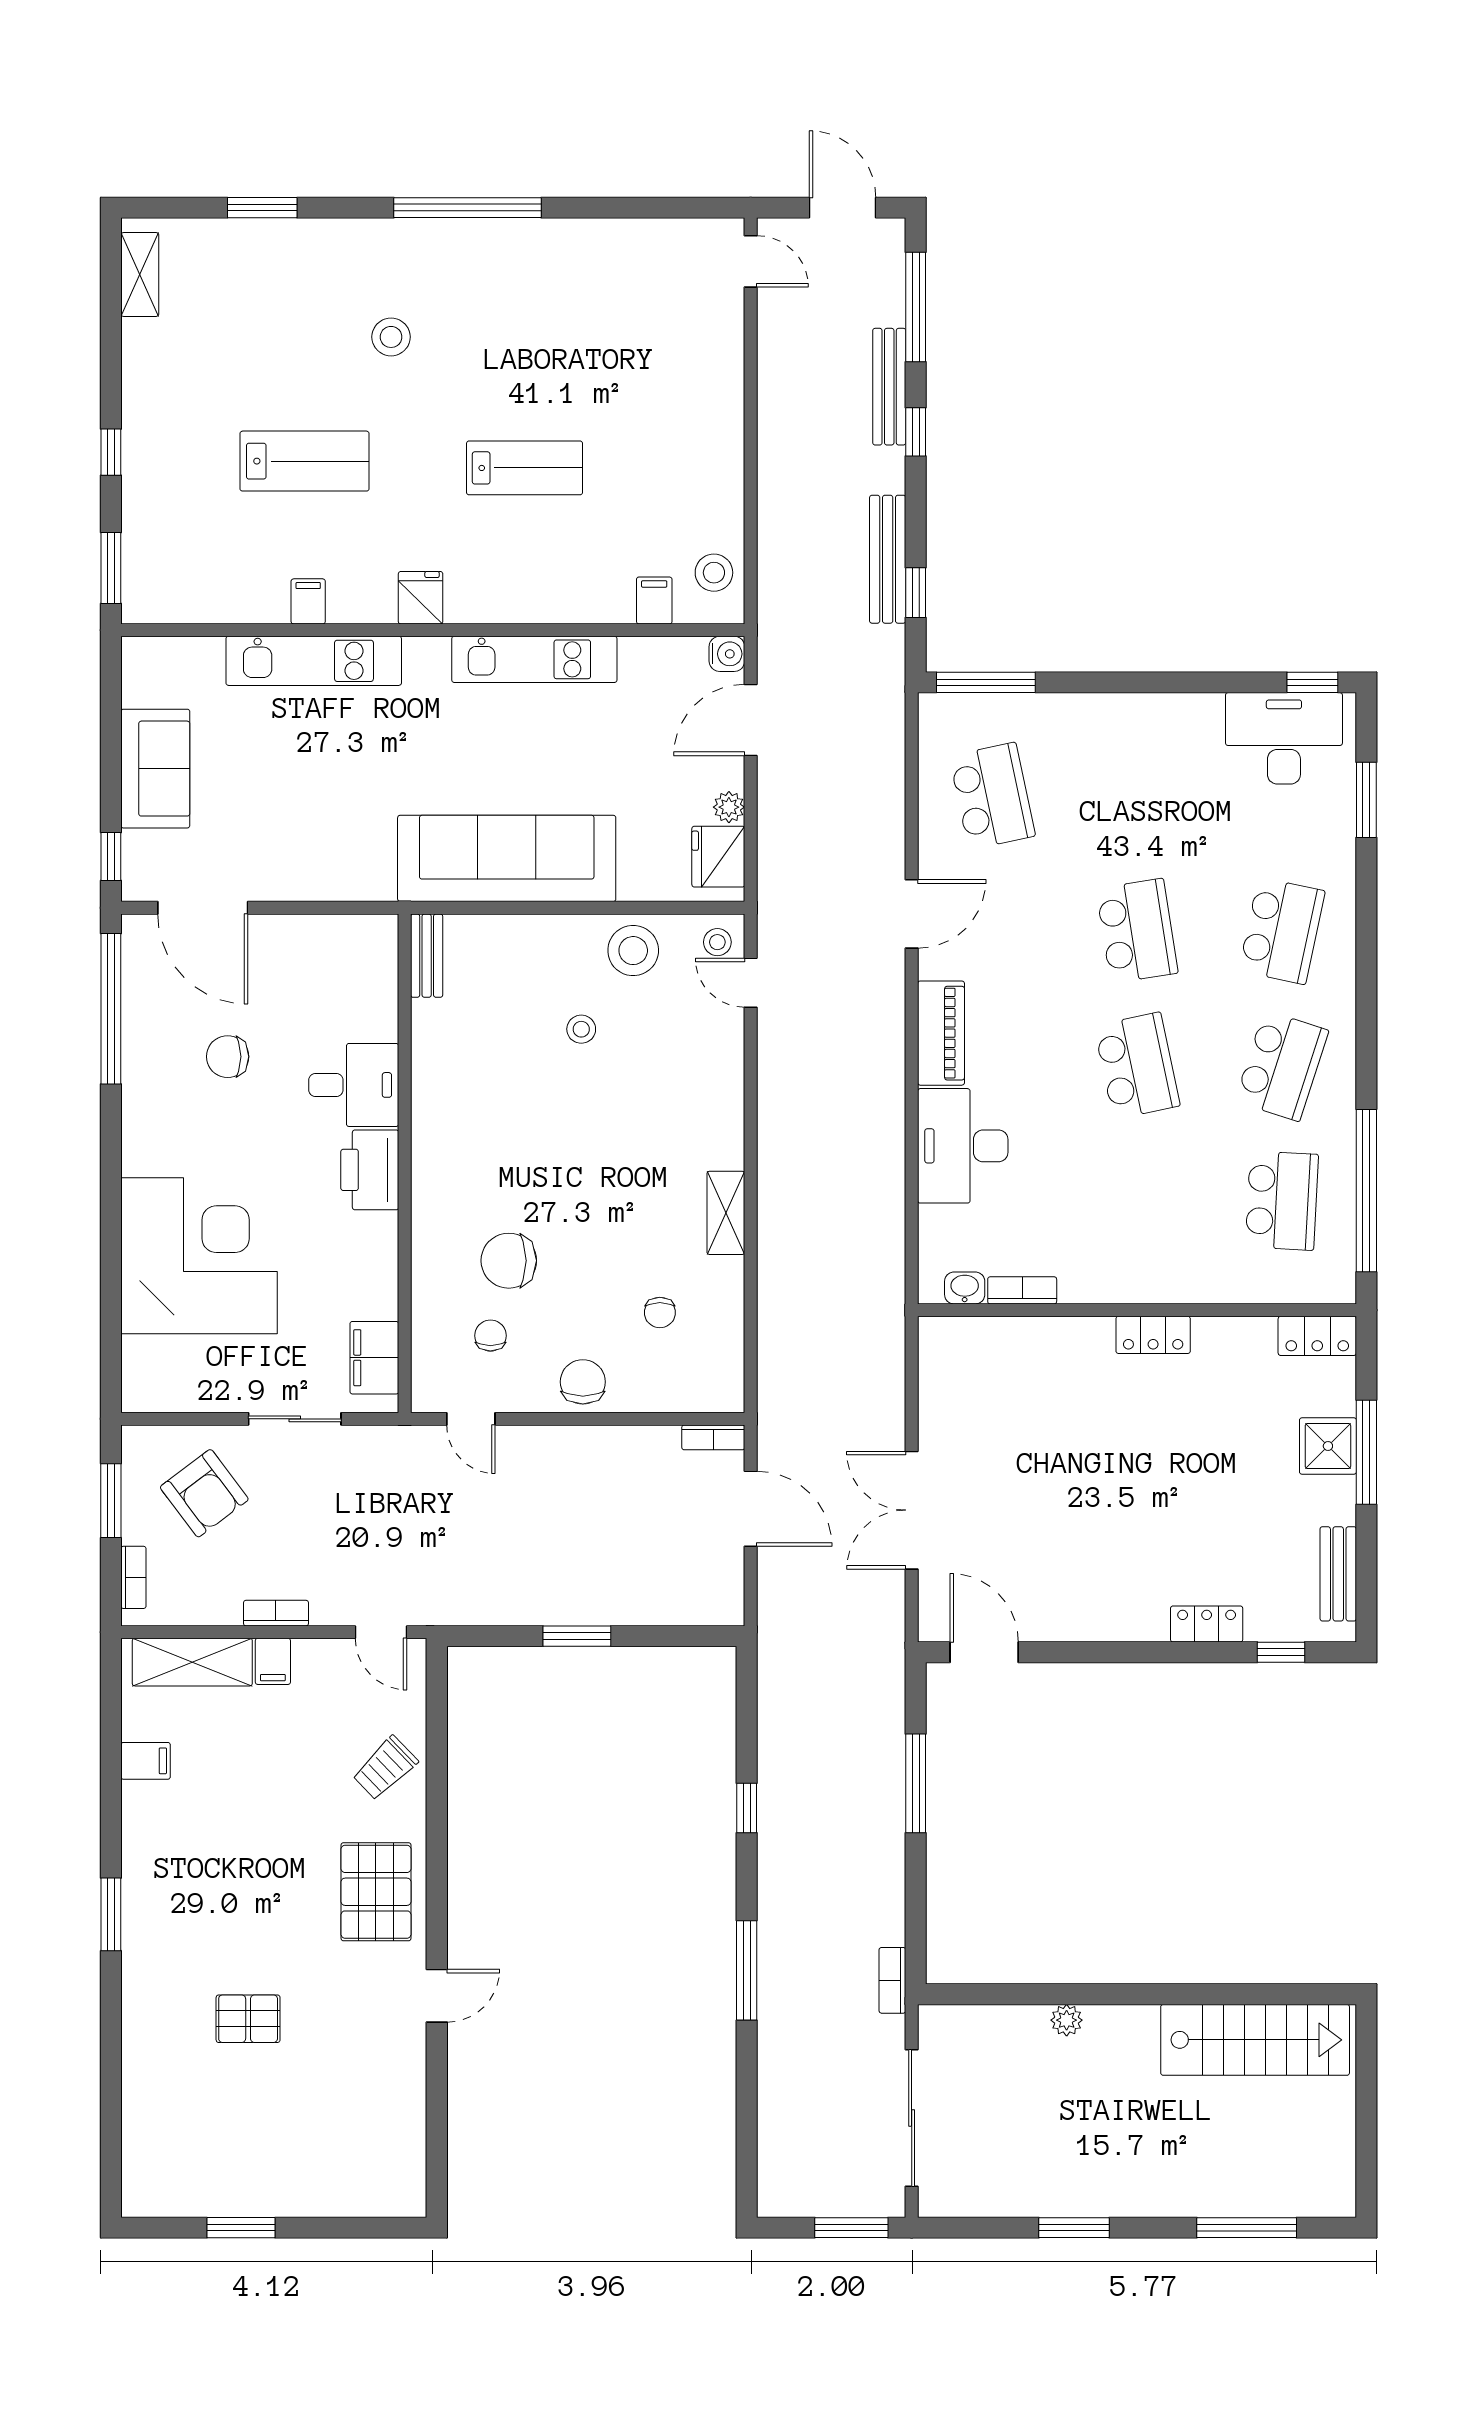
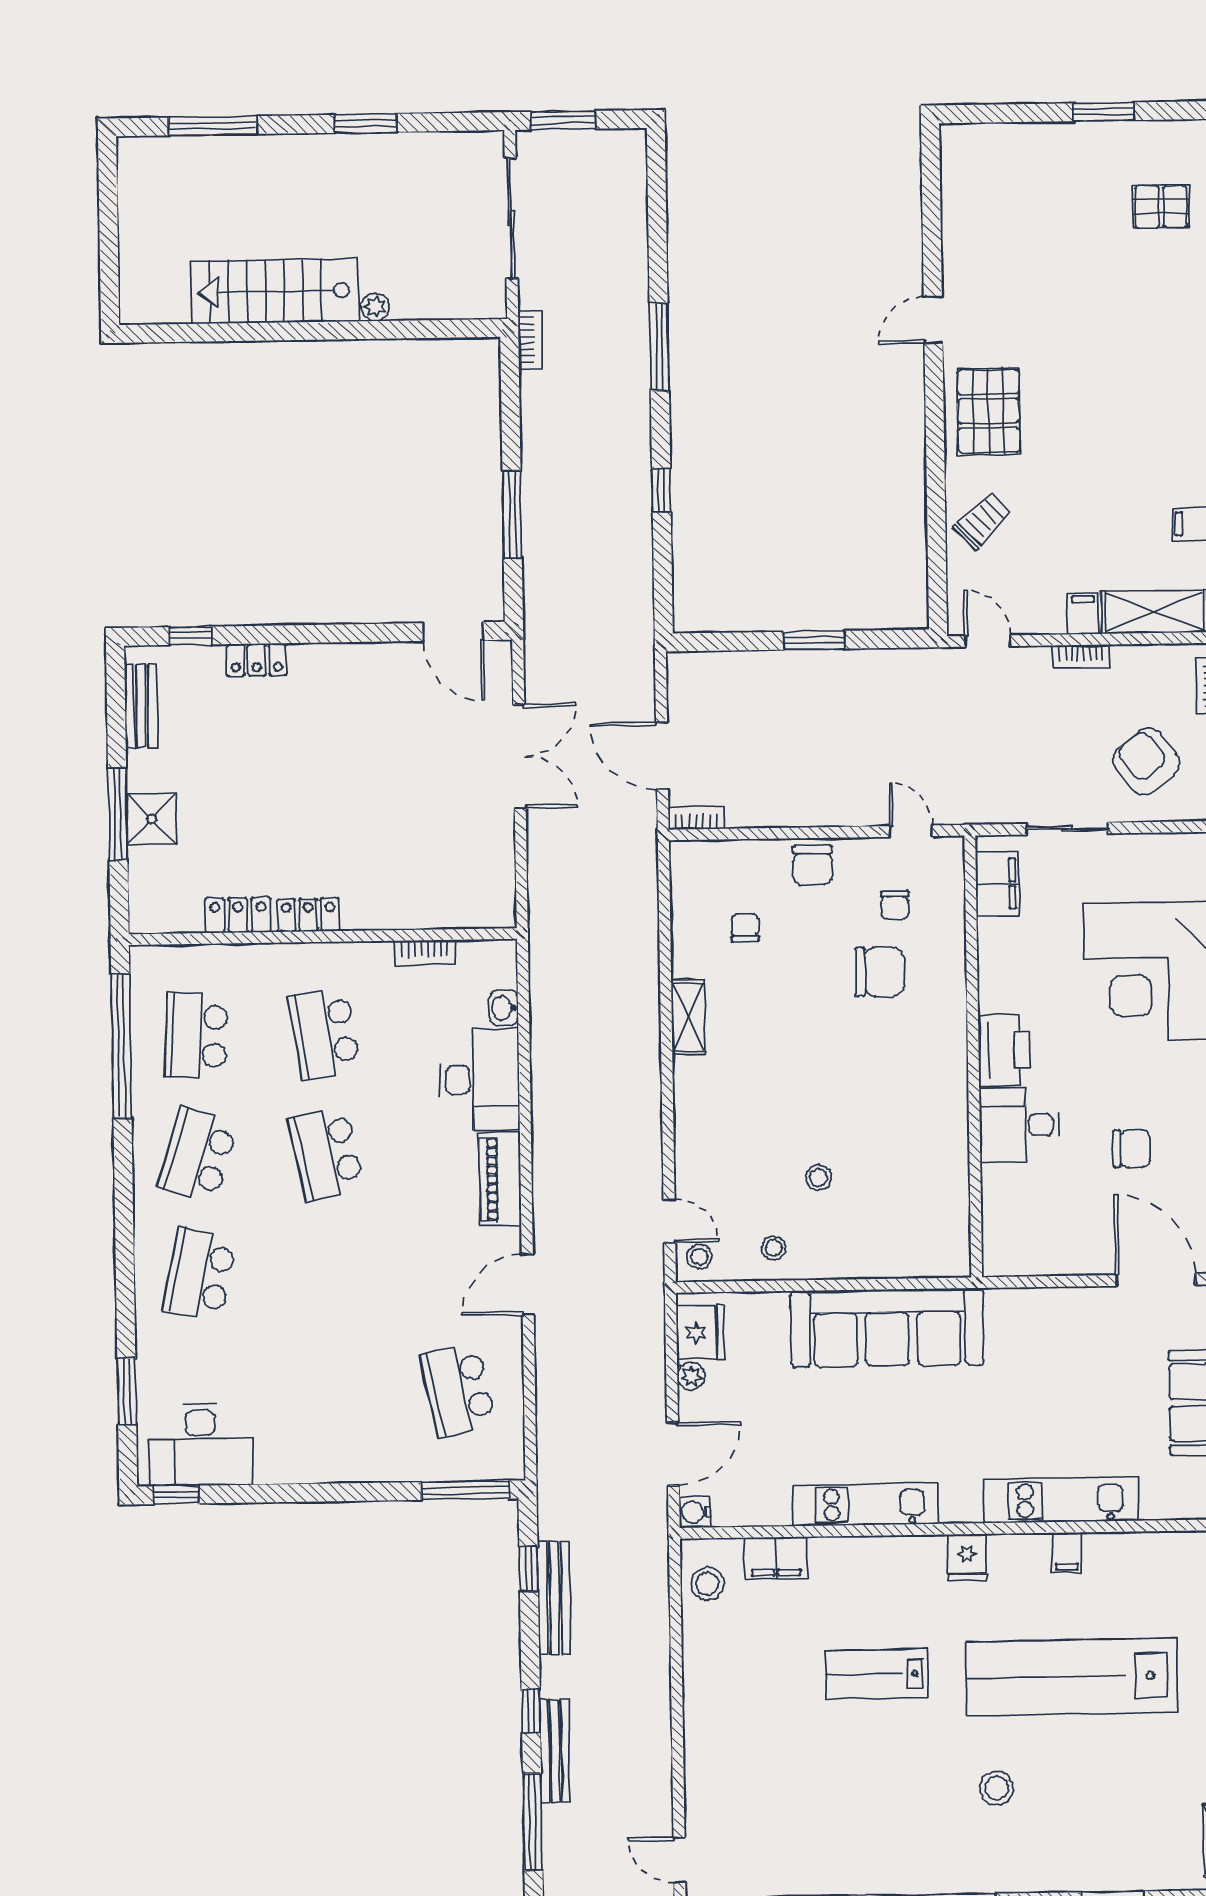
lab bench: (305, 461) -> (1072, 1677), width x1.86, depth x1.39
filing cabinet: (654, 600) -> (776, 1558), width x2.00
school desk: (1137, 931) -> (324, 1034), moved
stool: (633, 951) -> (774, 1248), width x0.53, depth x0.53
bench: (427, 956) -> (957, 1241), removed
washbasin: (965, 1288) -> (504, 1008), moved, turned 90
locker: (1317, 1336) -> (238, 915), moved
pallet: (248, 2019) -> (1161, 207), moved
stairs: (1255, 2040) -> (275, 291), moved

